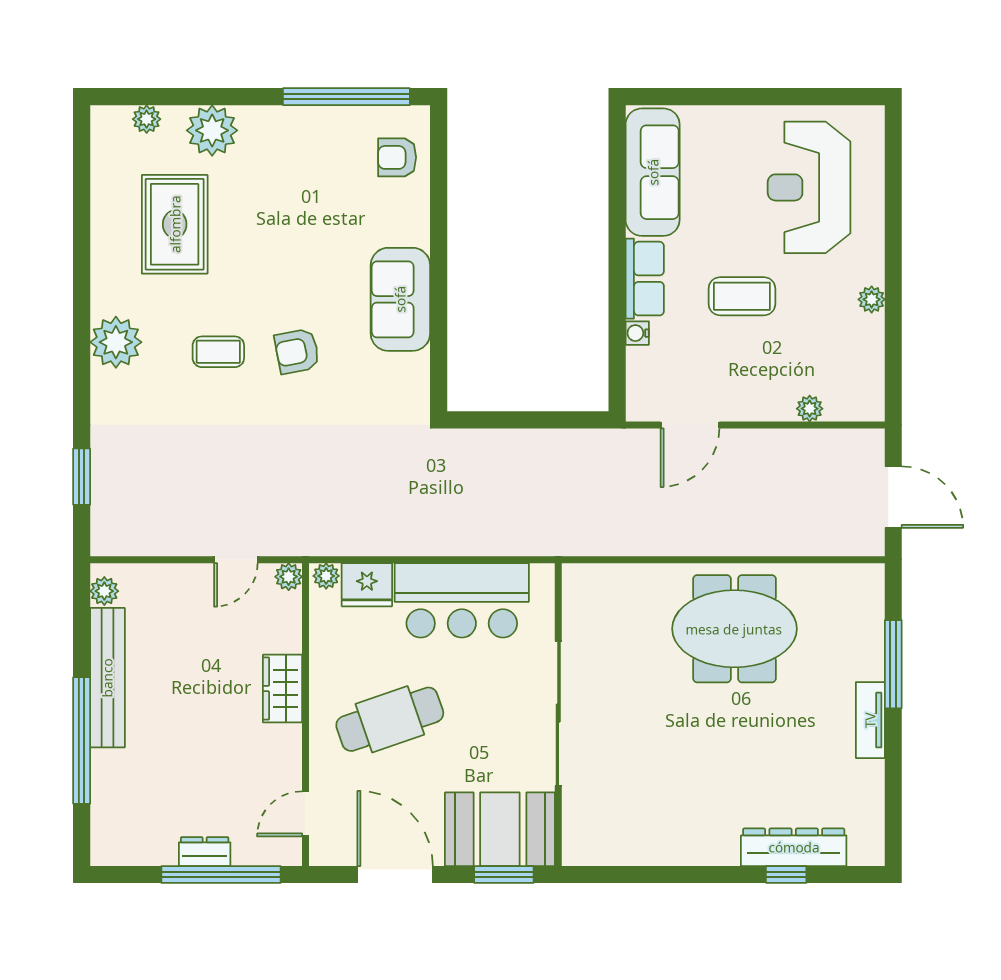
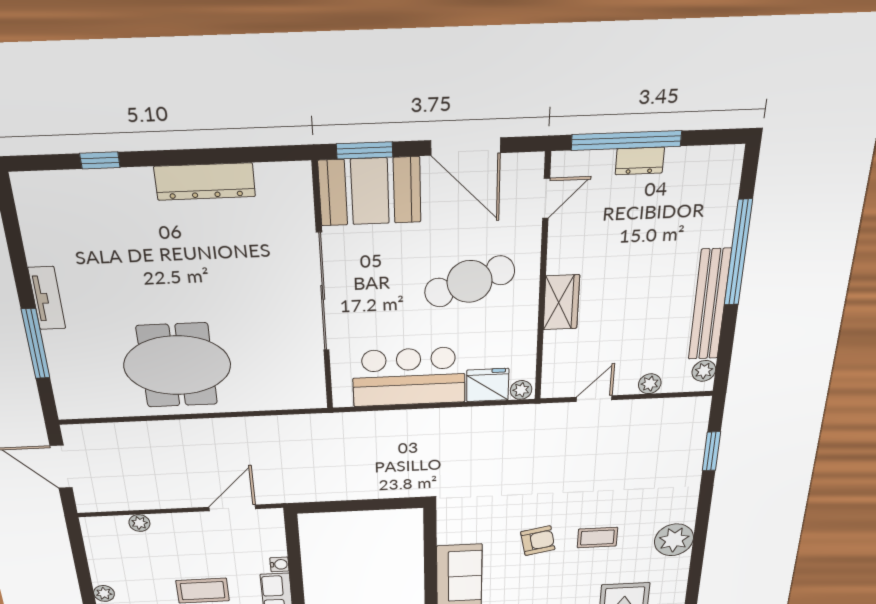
plant: (289, 577) -> (650, 384), moved
dresser: (794, 847) -> (205, 182), moved

